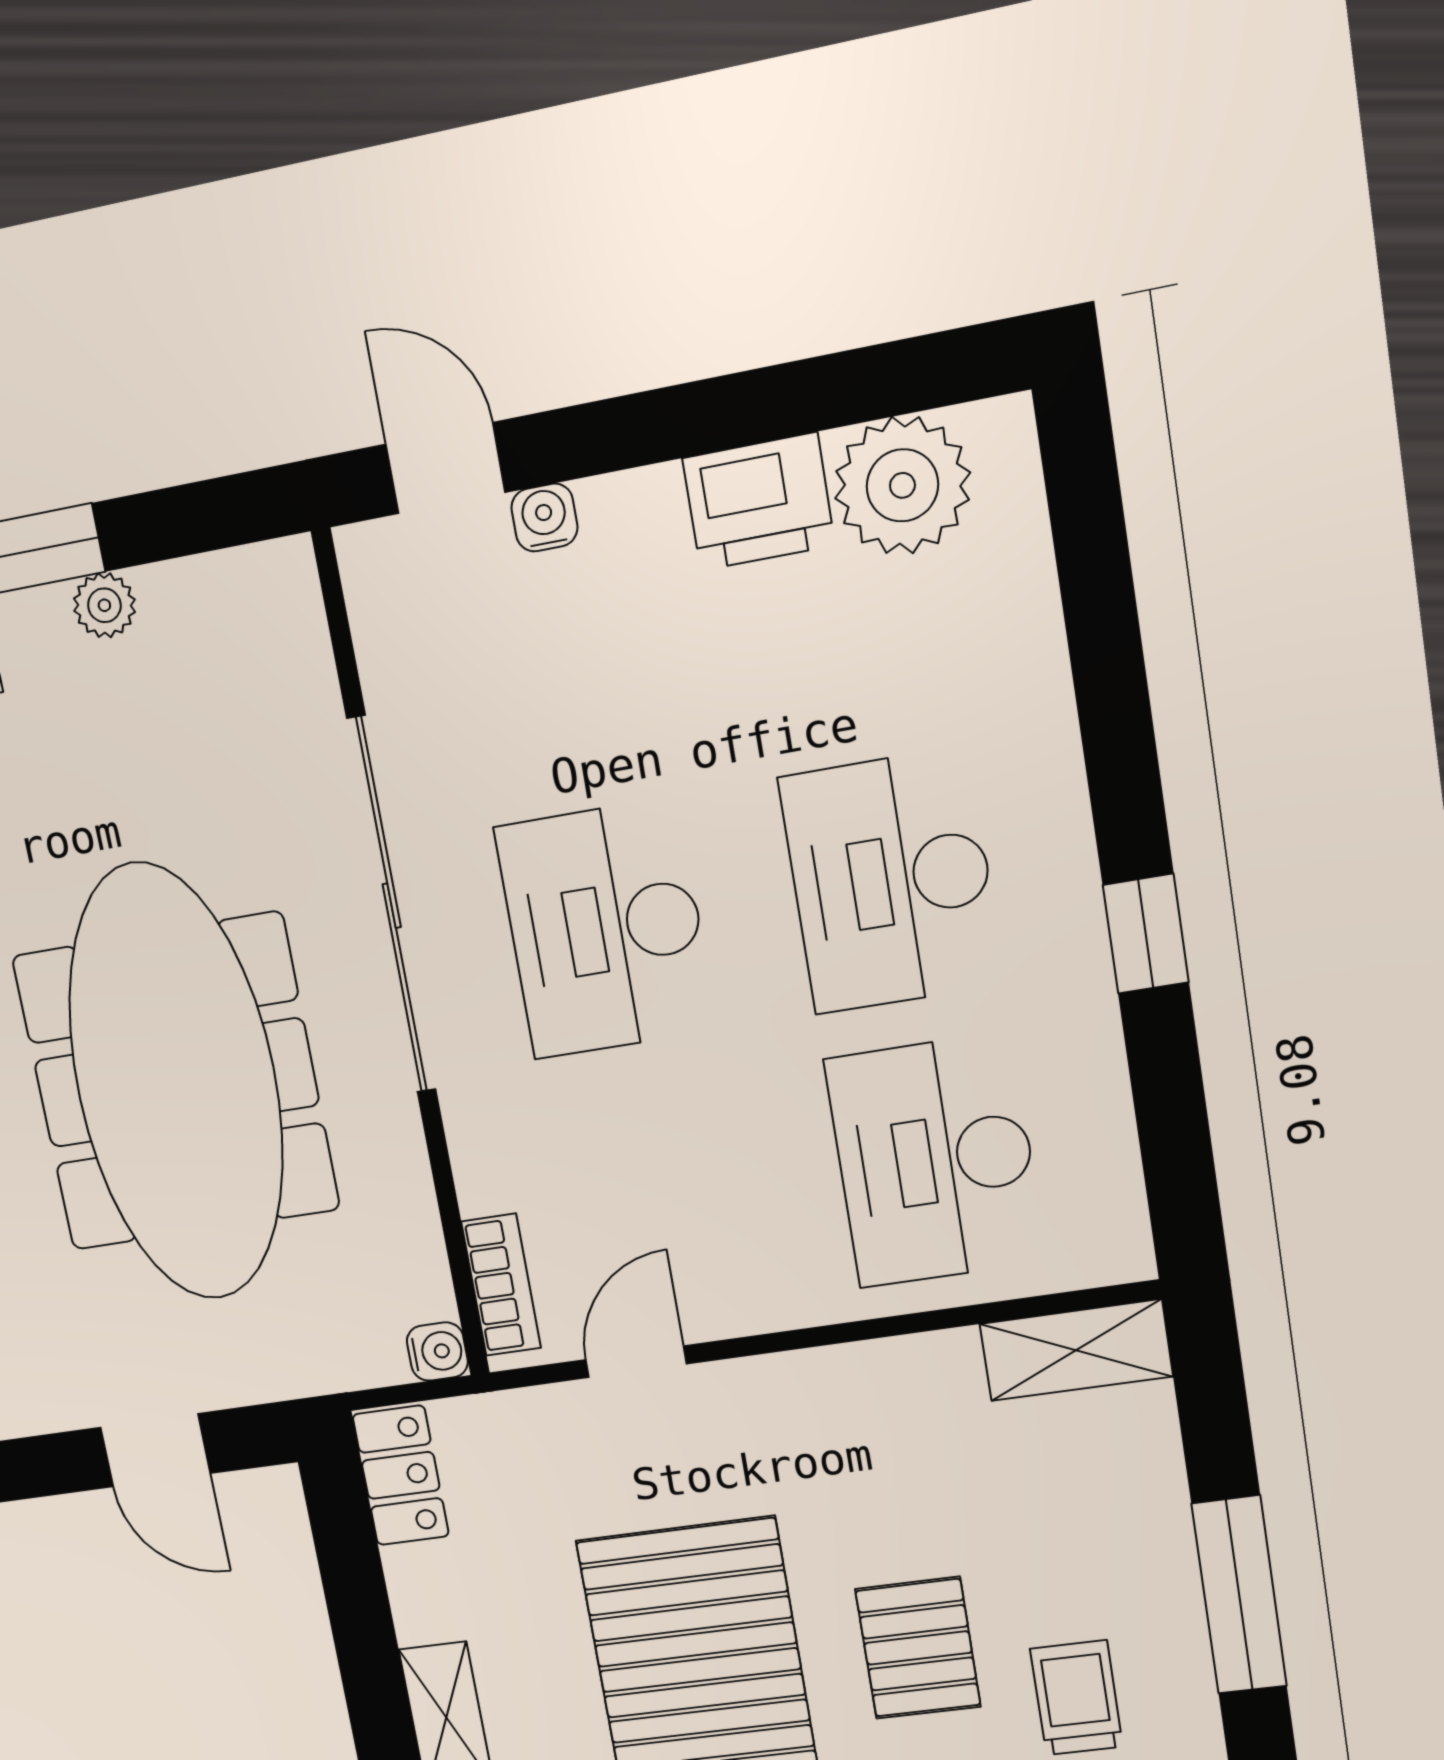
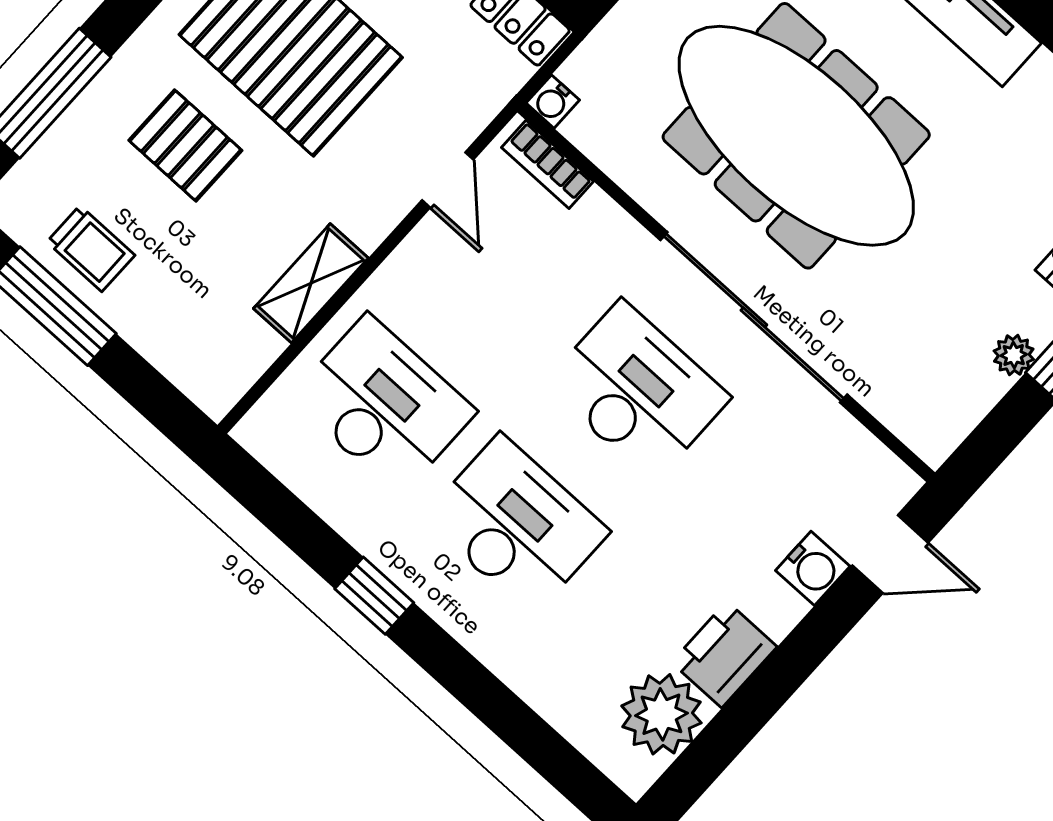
water cooler: (544, 518) -> (813, 568), width x1.38, depth x1.38
shelving: (1076, 1350) -> (311, 283), moved
trolley: (1077, 1698) -> (91, 249), moved

